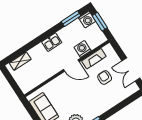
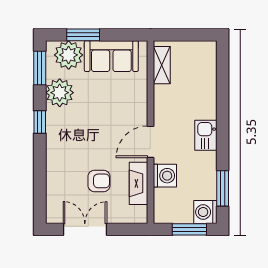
shelving: (20, 61) -> (162, 65), moved

